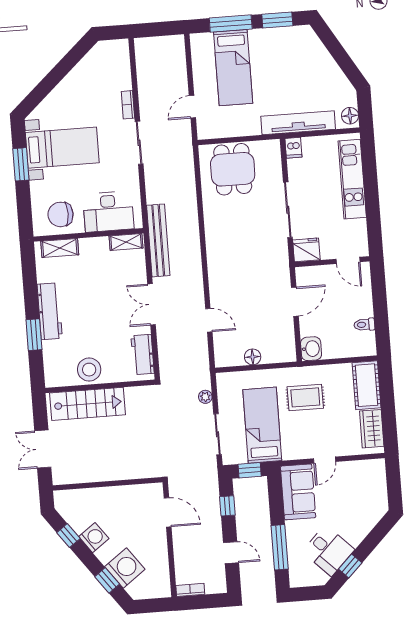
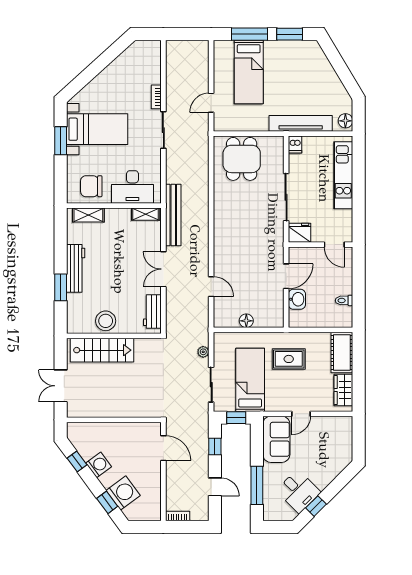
washbasin: (311, 349) -> (297, 299), moved

